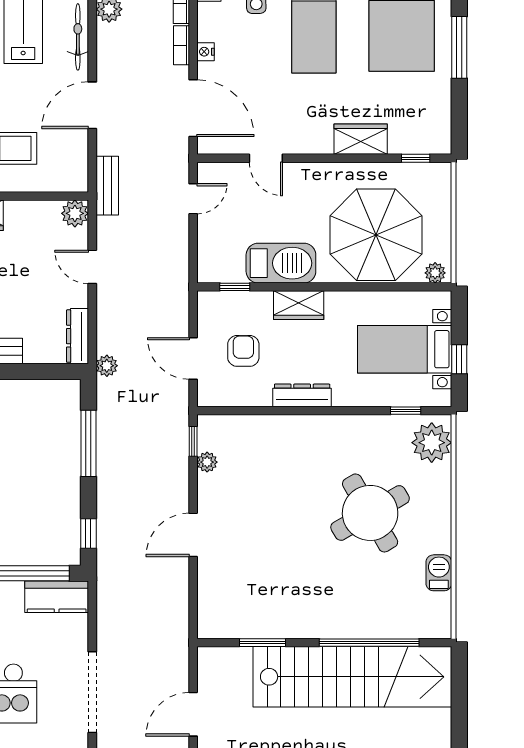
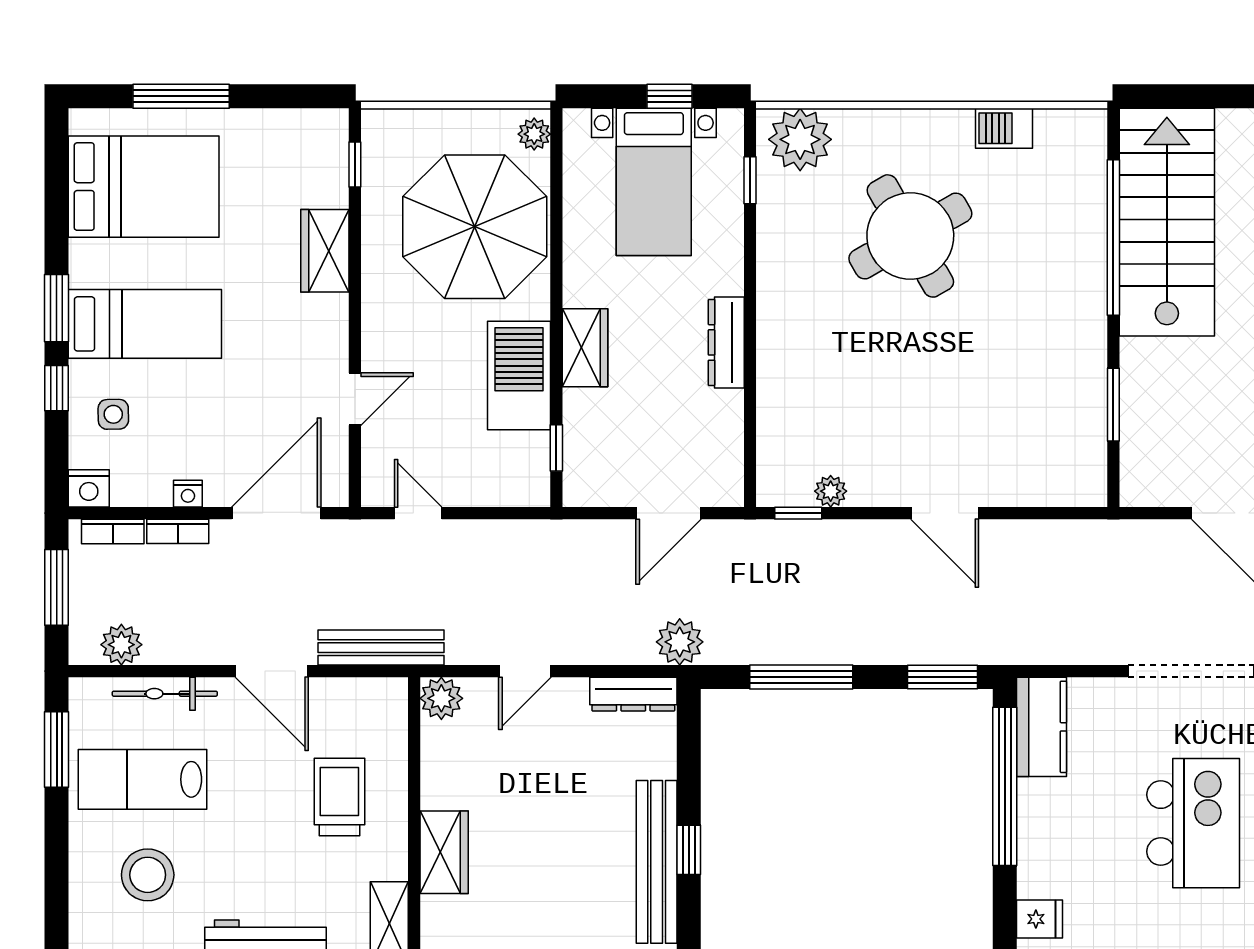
bench: (107, 186) -> (381, 648), width x1.36
armchair: (243, 351) -> (657, 434), removed
plant: (107, 366) -> (680, 642), width x1.38, depth x1.38
window: (88, 534) -> (943, 677), width x1.50
stairs: (352, 677) -> (1167, 222), width x0.73

